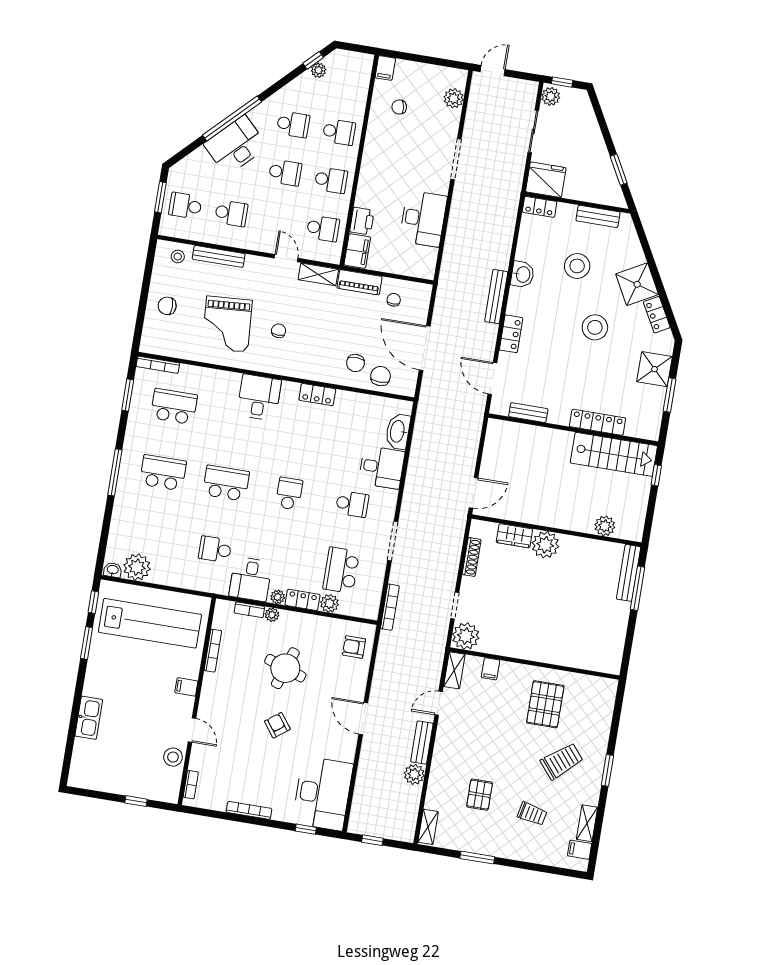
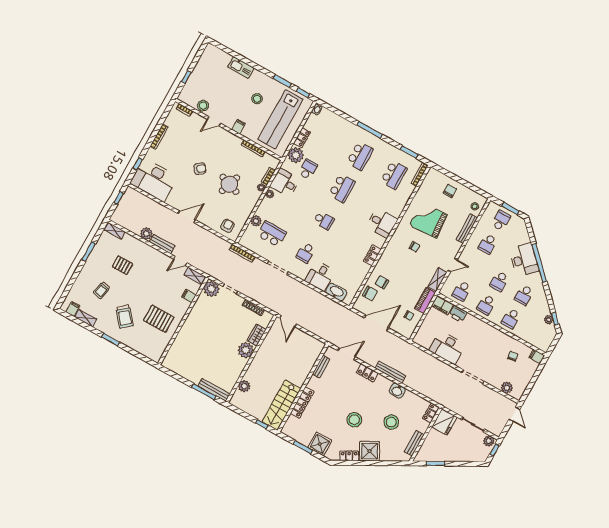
plant: (137, 567) -> (296, 155), moved
locker: (303, 600) -> (302, 138), moved
stool: (130, 674) -> (257, 99), added
door: (439, 703) -> (180, 261), swing flipped

